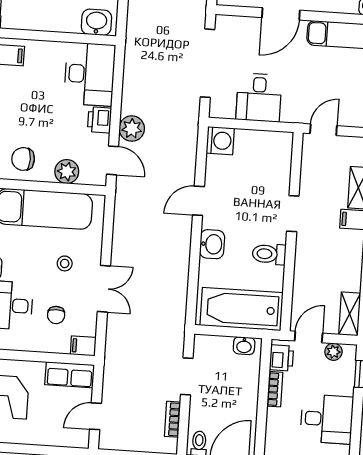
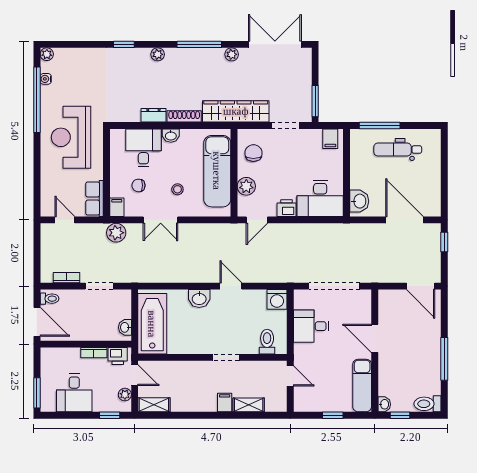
plant: (132, 129) -> (116, 233), moved
toilet: (269, 254) -> (267, 342), moved

